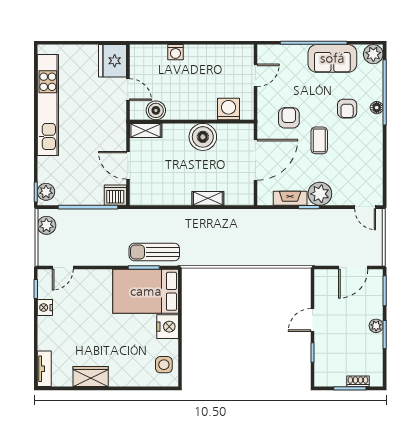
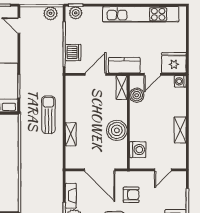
washing machine: (176, 52) -> (180, 81), moved
shelving: (202, 52) -> (180, 130), added
door: (255, 75) -> (163, 170), hinge flipped
kitchen counter: (116, 127) -> (124, 65), added
dishwasher: (115, 195) -> (73, 52), moved
sun lounger: (154, 252) -> (48, 115), moved

